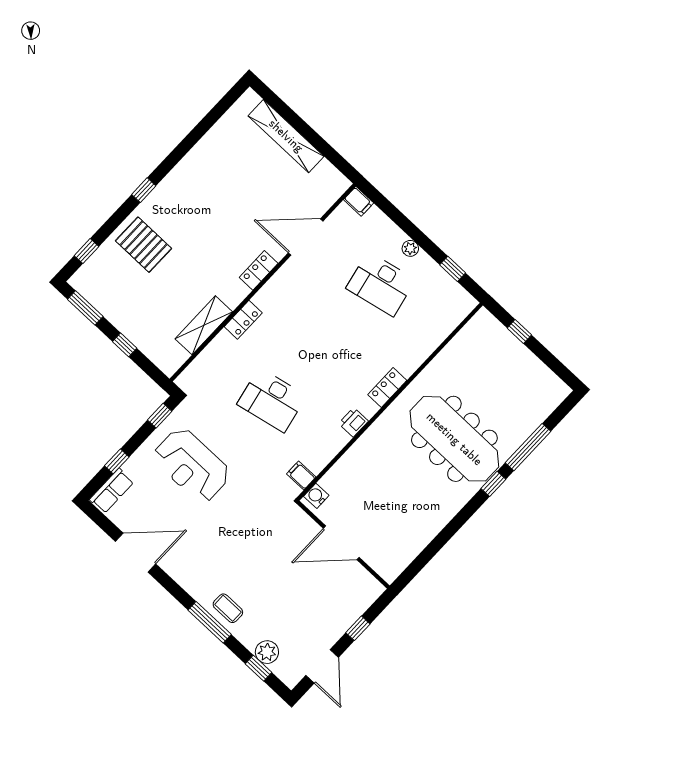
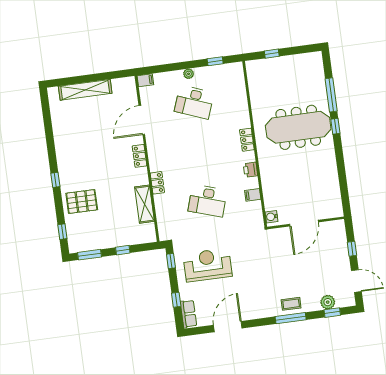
desk: (381, 284) -> (194, 102), turned 33
desk: (272, 400) -> (208, 201), turned 30
reception desk: (192, 465) -> (207, 265), turned 180
filing cabinet: (301, 475) -> (253, 195), moved

